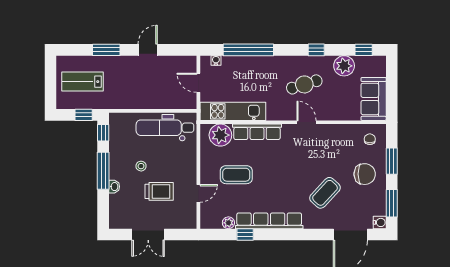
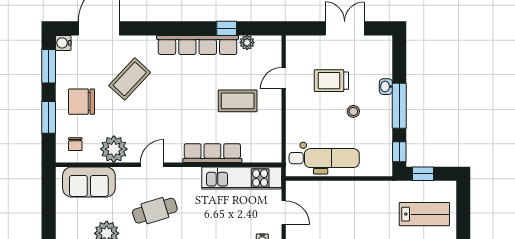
sofa: (374, 99) -> (89, 182), moved, turned 90
door: (307, 122) -> (152, 165), swing flipped
plant: (220, 135) -> (114, 149), moved

